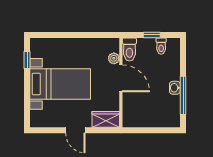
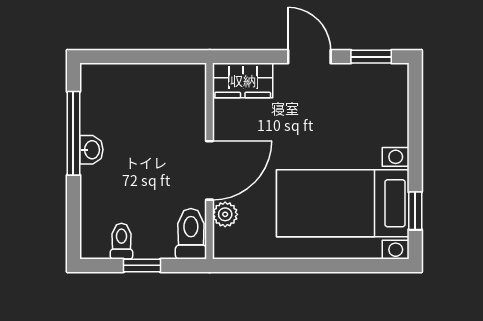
door: (121, 78) -> (210, 170), swing flipped
bed with nightstands: (60, 84) -> (343, 203), moved
window: (47, 130) -> (371, 57), added

